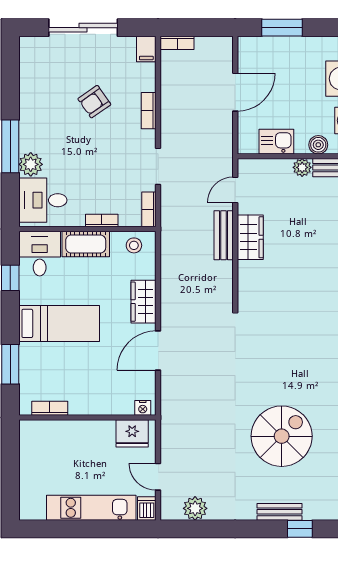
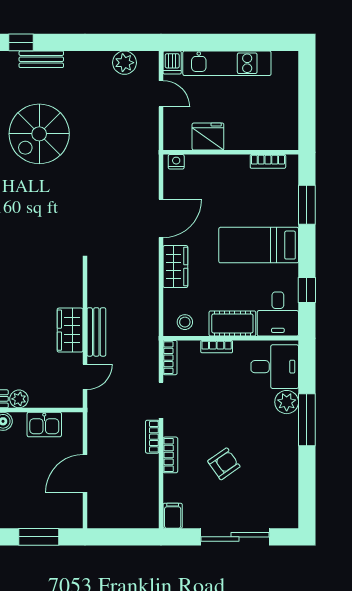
bookcase: (177, 43) -> (152, 437), moved, turned -90
fridge: (132, 433) -> (208, 137), moved

